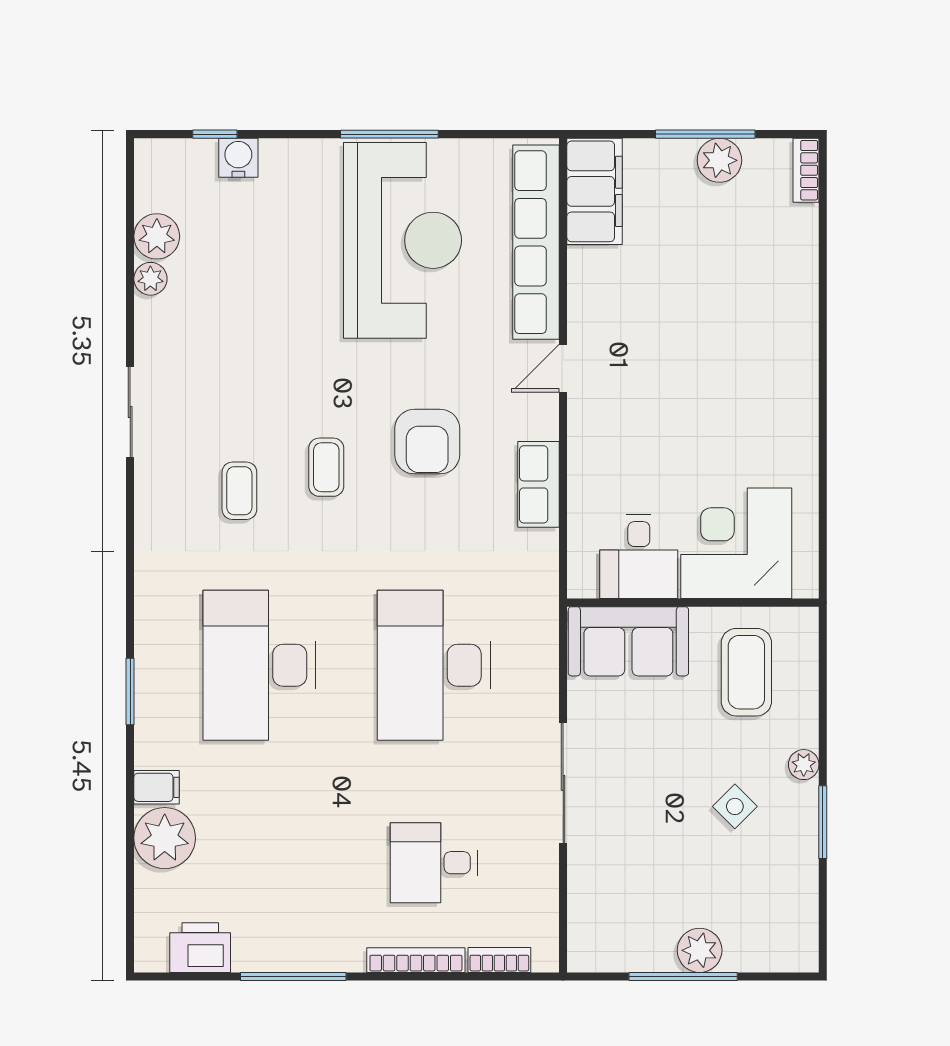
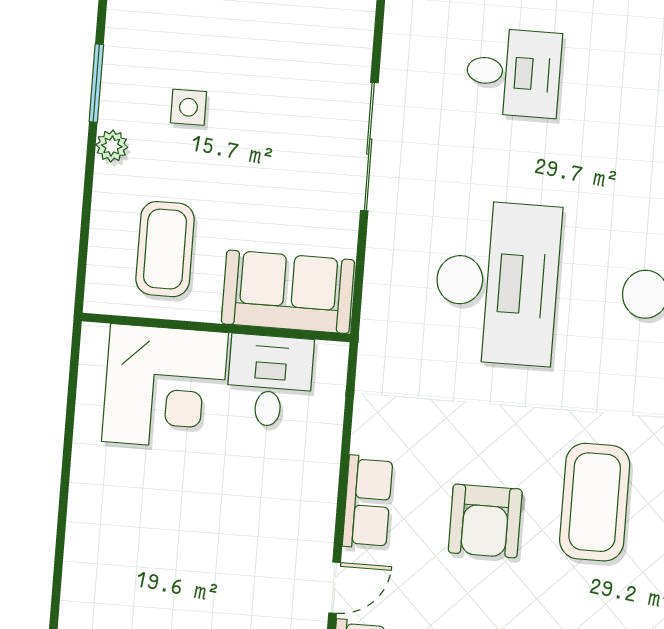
armchair: (427, 442) -> (485, 521), turned 180
coffee table: (326, 467) -> (595, 502), width x1.86, depth x1.72
row of seats: (539, 484) -> (368, 502), moved
side table: (735, 806) -> (188, 107), turned 45

